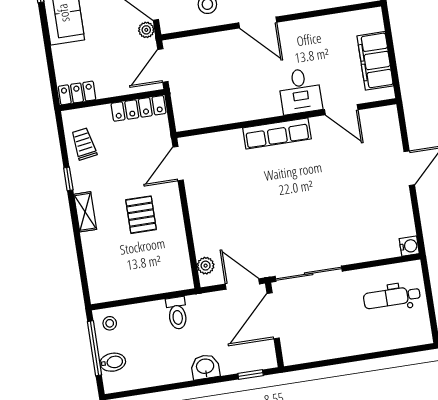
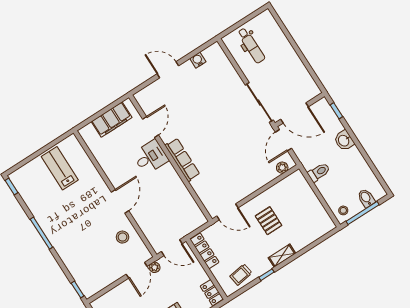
pallet: (141, 215) -> (269, 221), turned 90
water cooler: (409, 246) -> (198, 60), moved

